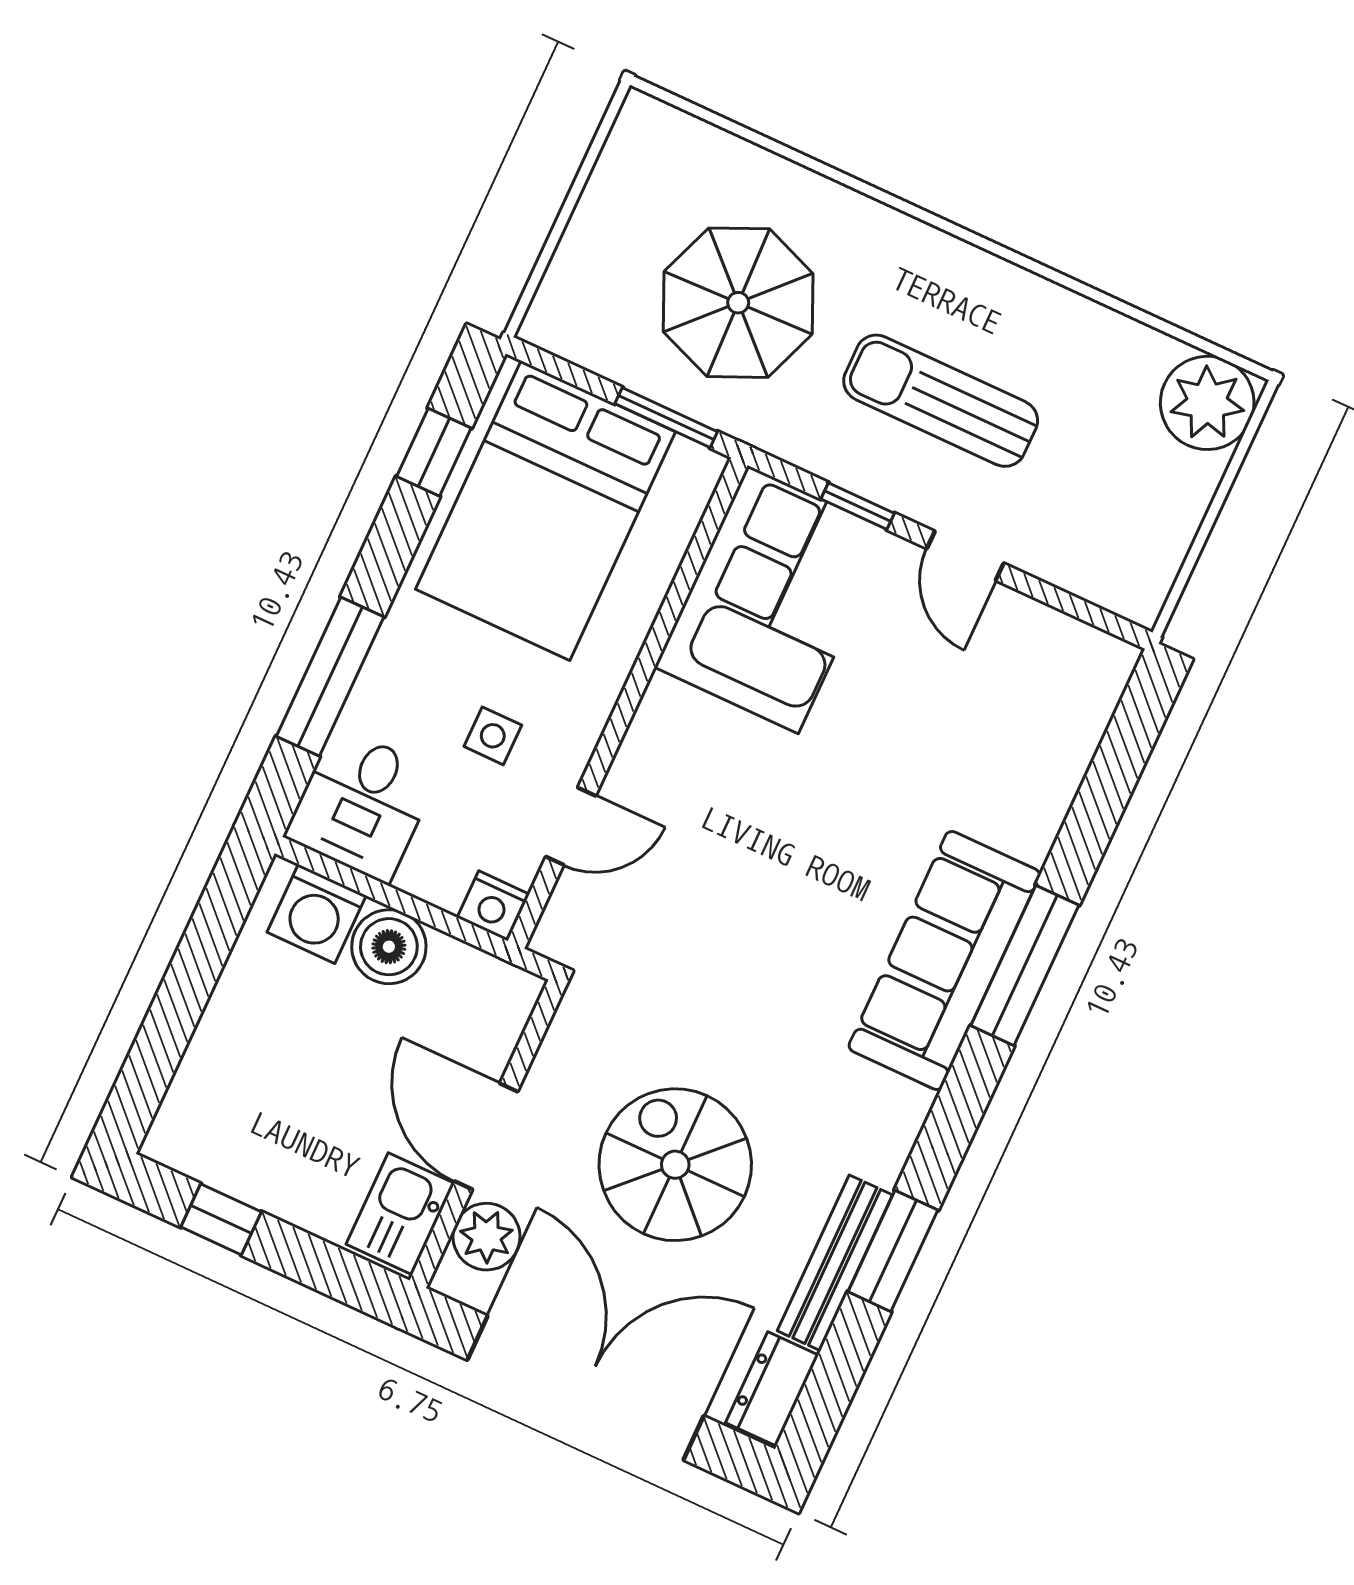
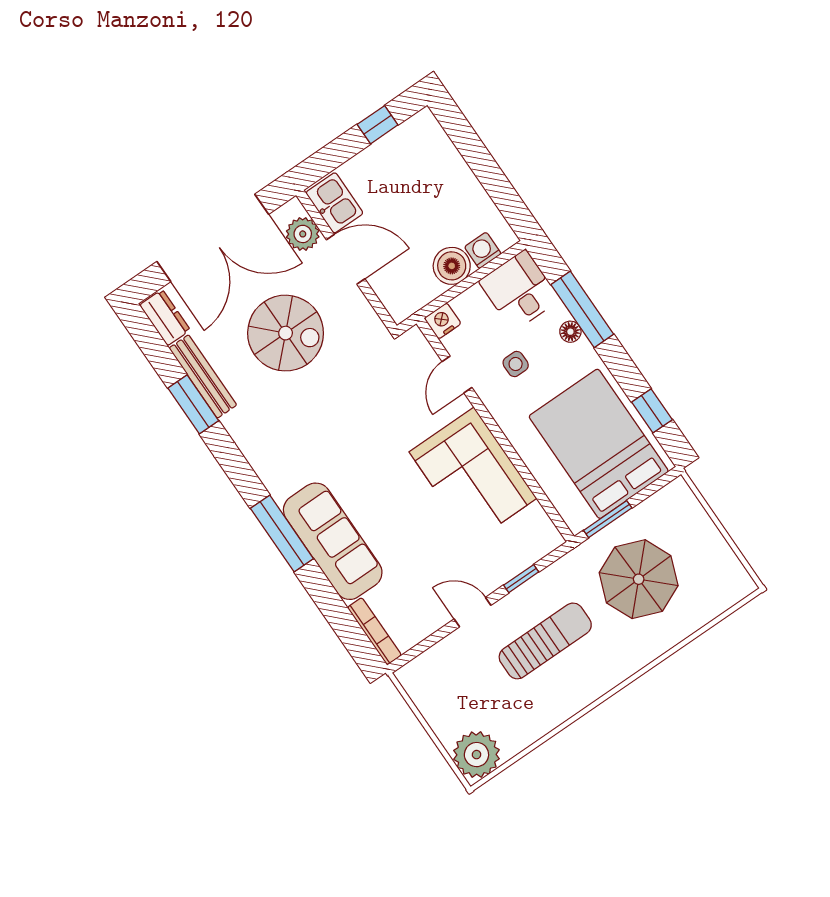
corner sofa: (773, 599) -> (473, 475), moved
floor lamp: (381, 674) -> (570, 332), added
bookcase: (1099, 705) -> (374, 631), added
washing machine: (317, 914) -> (483, 250), width x0.73, depth x0.73
sofa: (944, 960) -> (333, 541), moved

